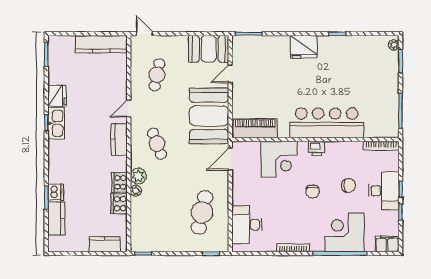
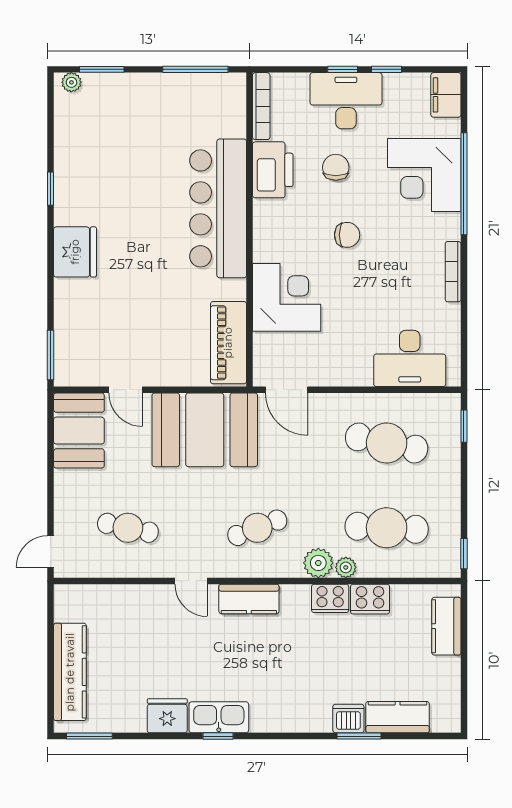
kitchen counter: (101, 44) -> (70, 672), moved
printer: (317, 148) -> (273, 170), moved, width x1.87, depth x1.48
cafe table: (157, 212) -> (387, 528), added

